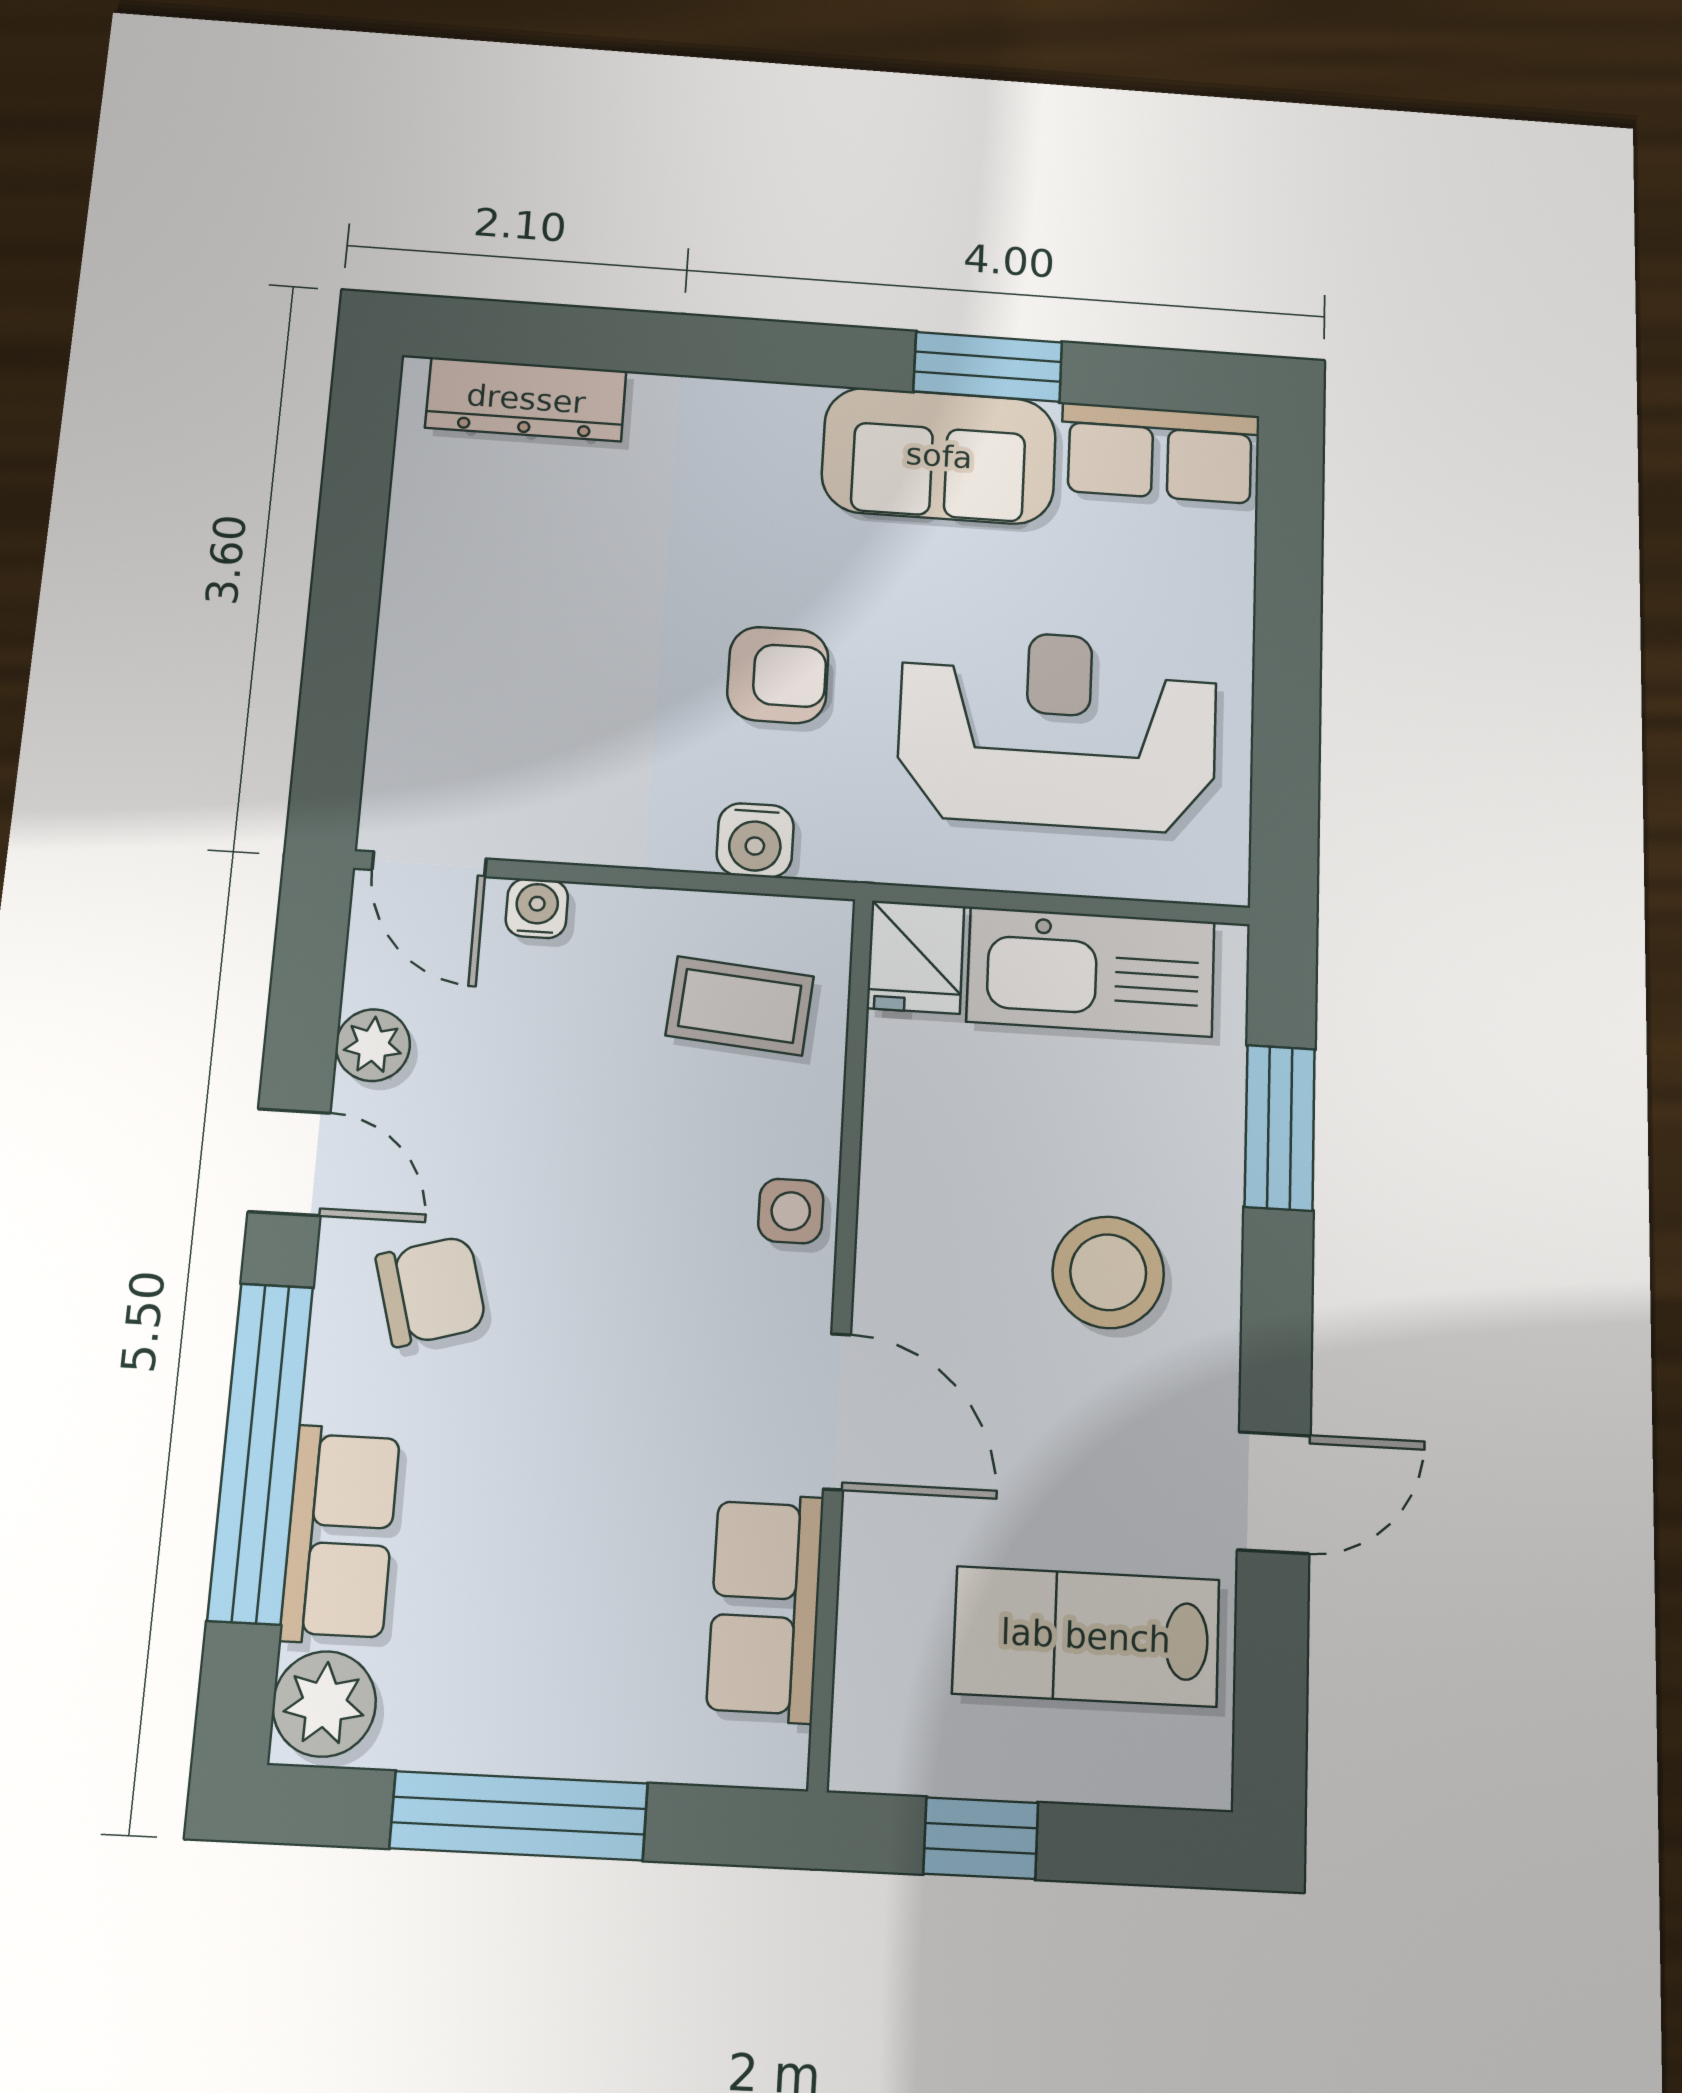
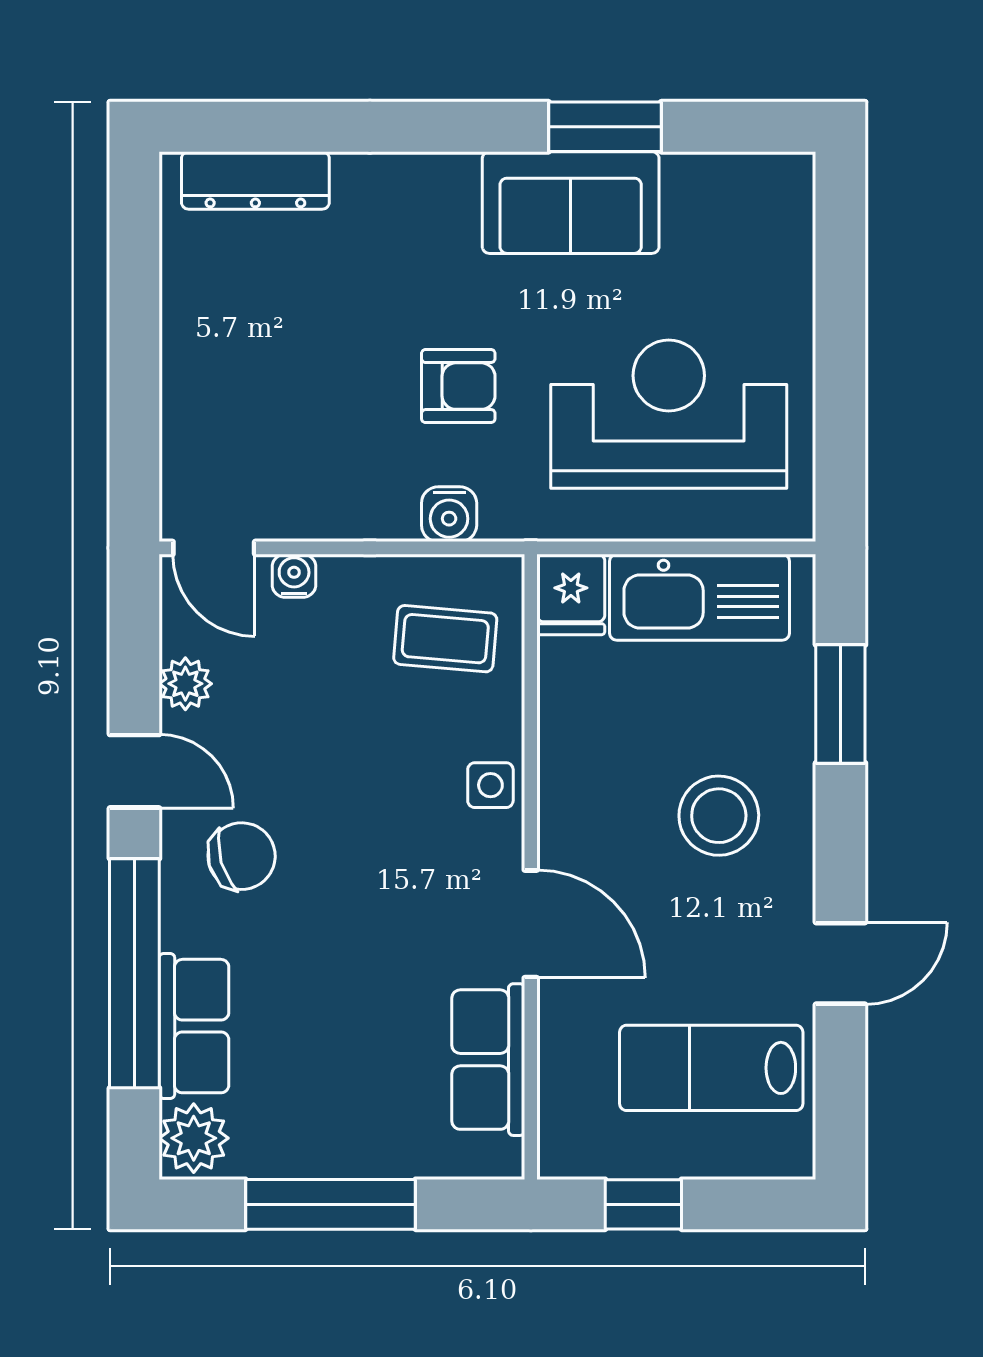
row of seats: (1160, 453) -> (740, 188), removed

